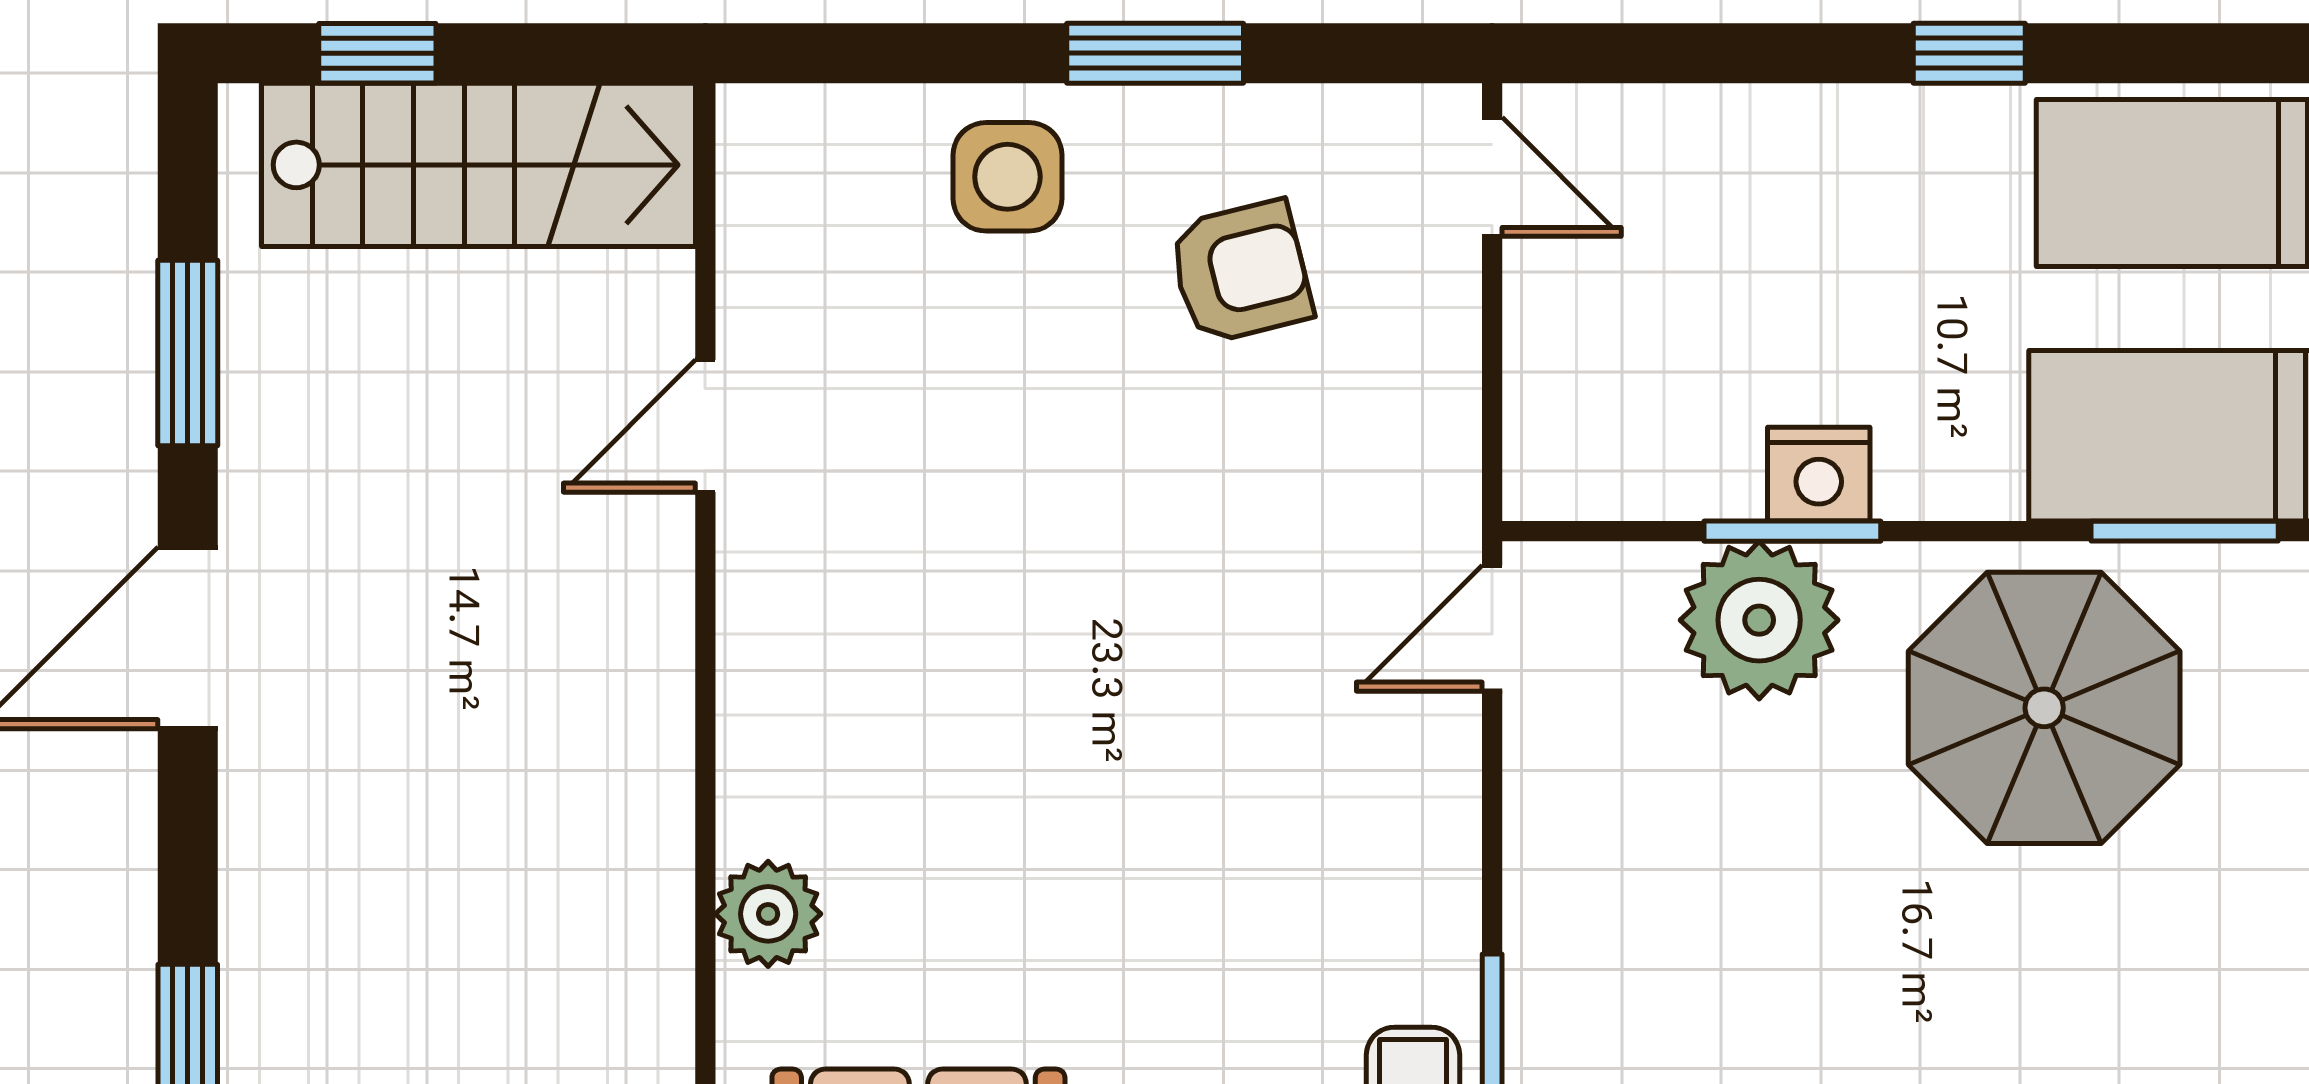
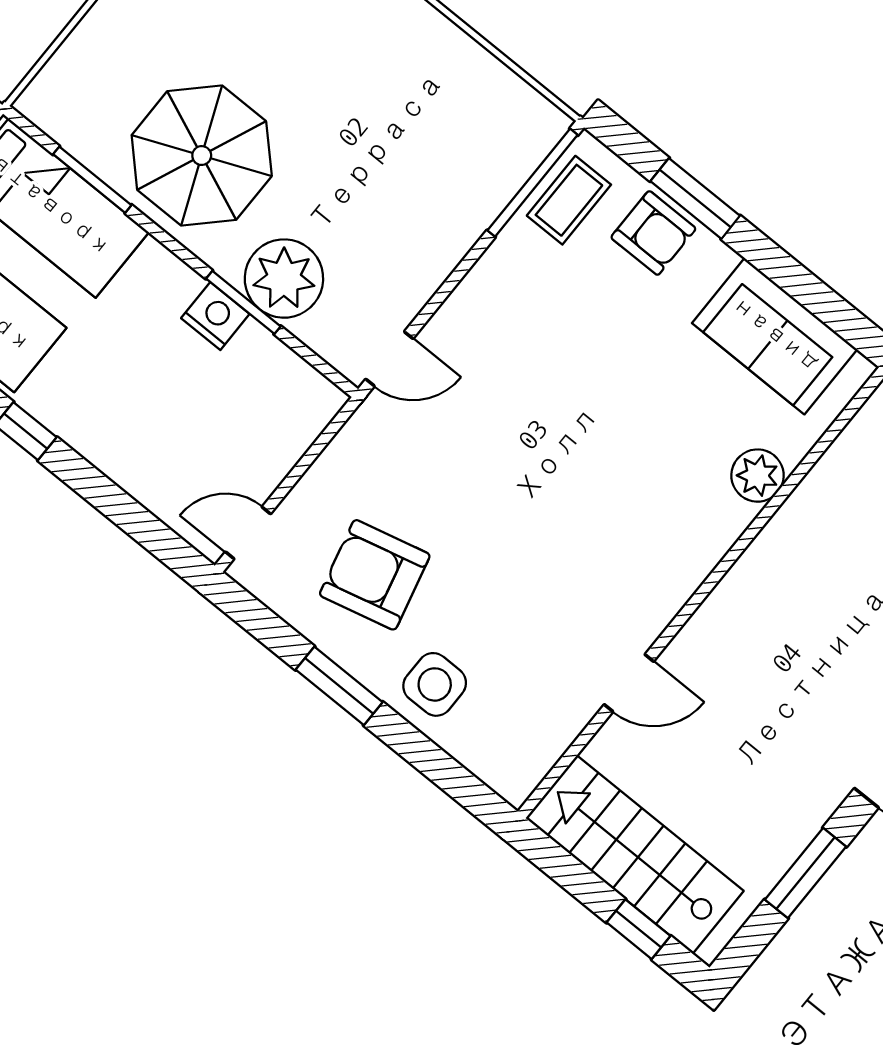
door: (1492, 177) -> (248, 533), hinge flipped
armchair: (1241, 272) -> (375, 575), width x1.38, depth x1.38

